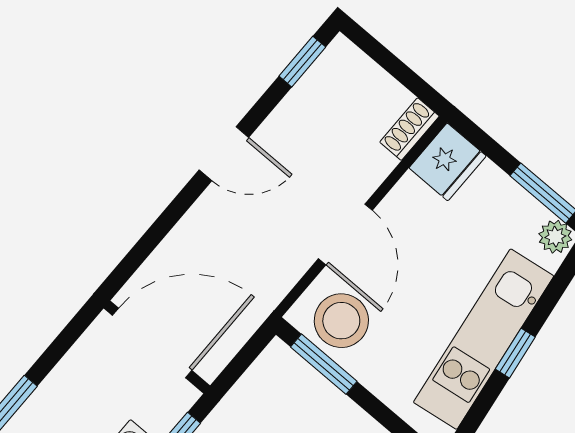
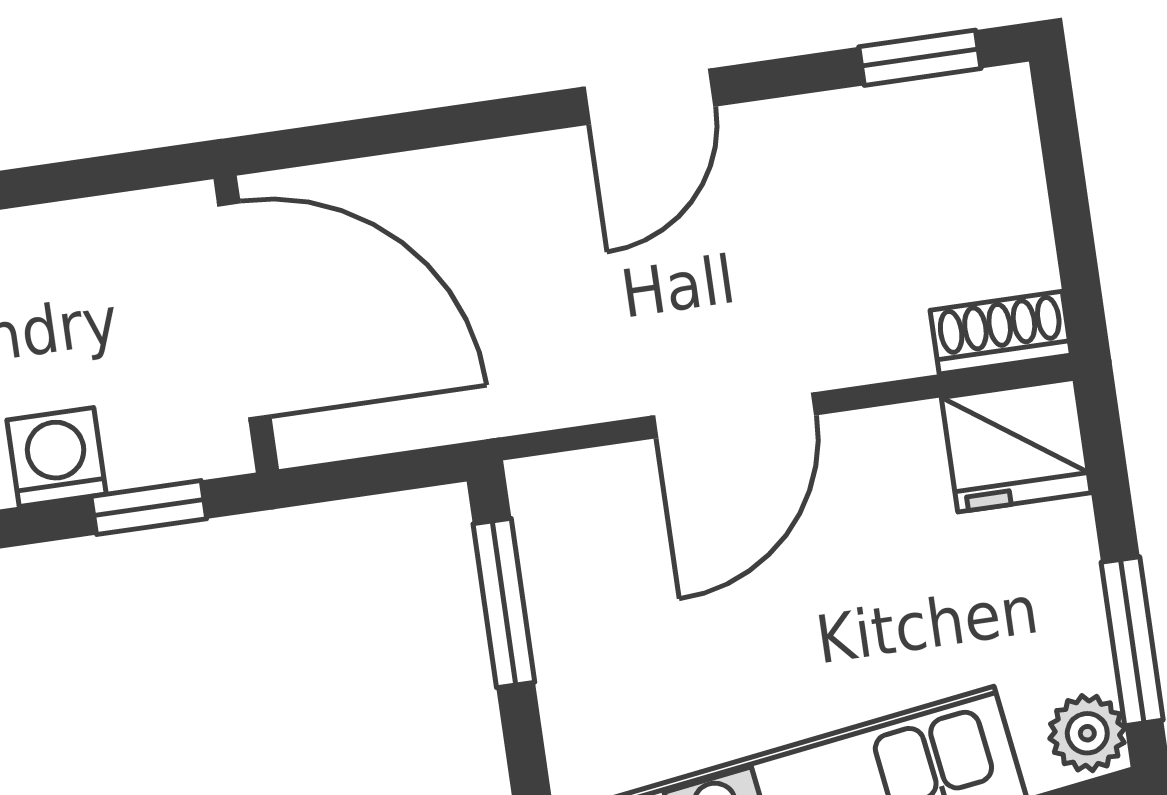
door: (224, 154) -> (649, 97), hinge flipped
stool: (341, 321) -> (599, 555), removed

